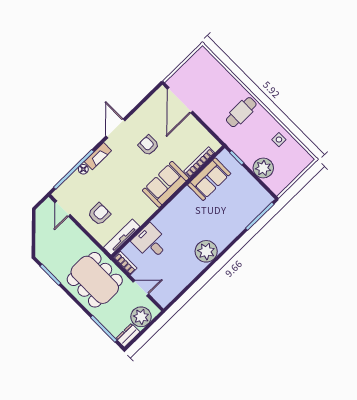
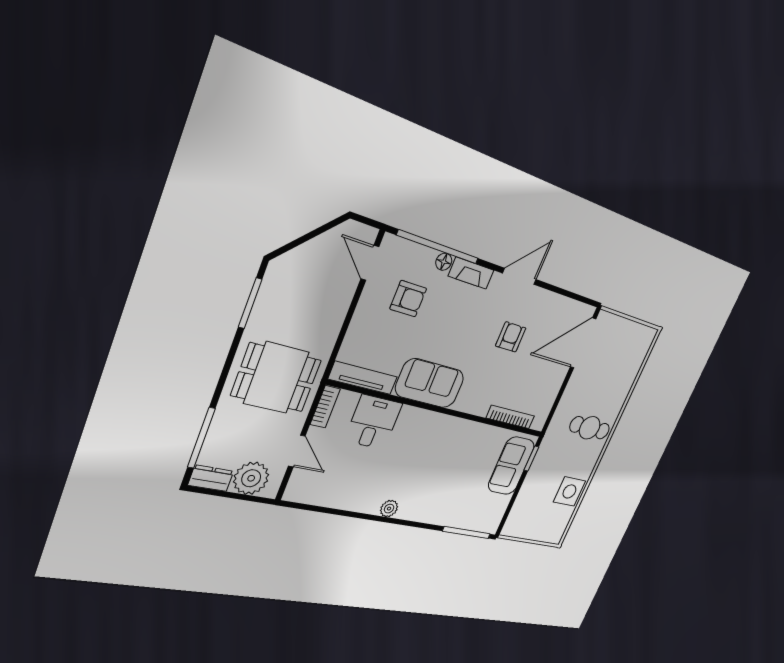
side table: (279, 140) -> (569, 491), width x1.87, depth x1.87
plant: (263, 168) -> (529, 497), removed
sofa: (209, 179) -> (511, 466), moved, turned 90
sofa: (166, 184) -> (430, 383), moved
door: (63, 209) -> (370, 263), hinge flipped
armchair: (99, 214) -> (408, 299), moved
plant: (206, 251) -> (389, 509), width x0.53, depth x0.53
dining table: (95, 280) -> (276, 378), width x0.73

